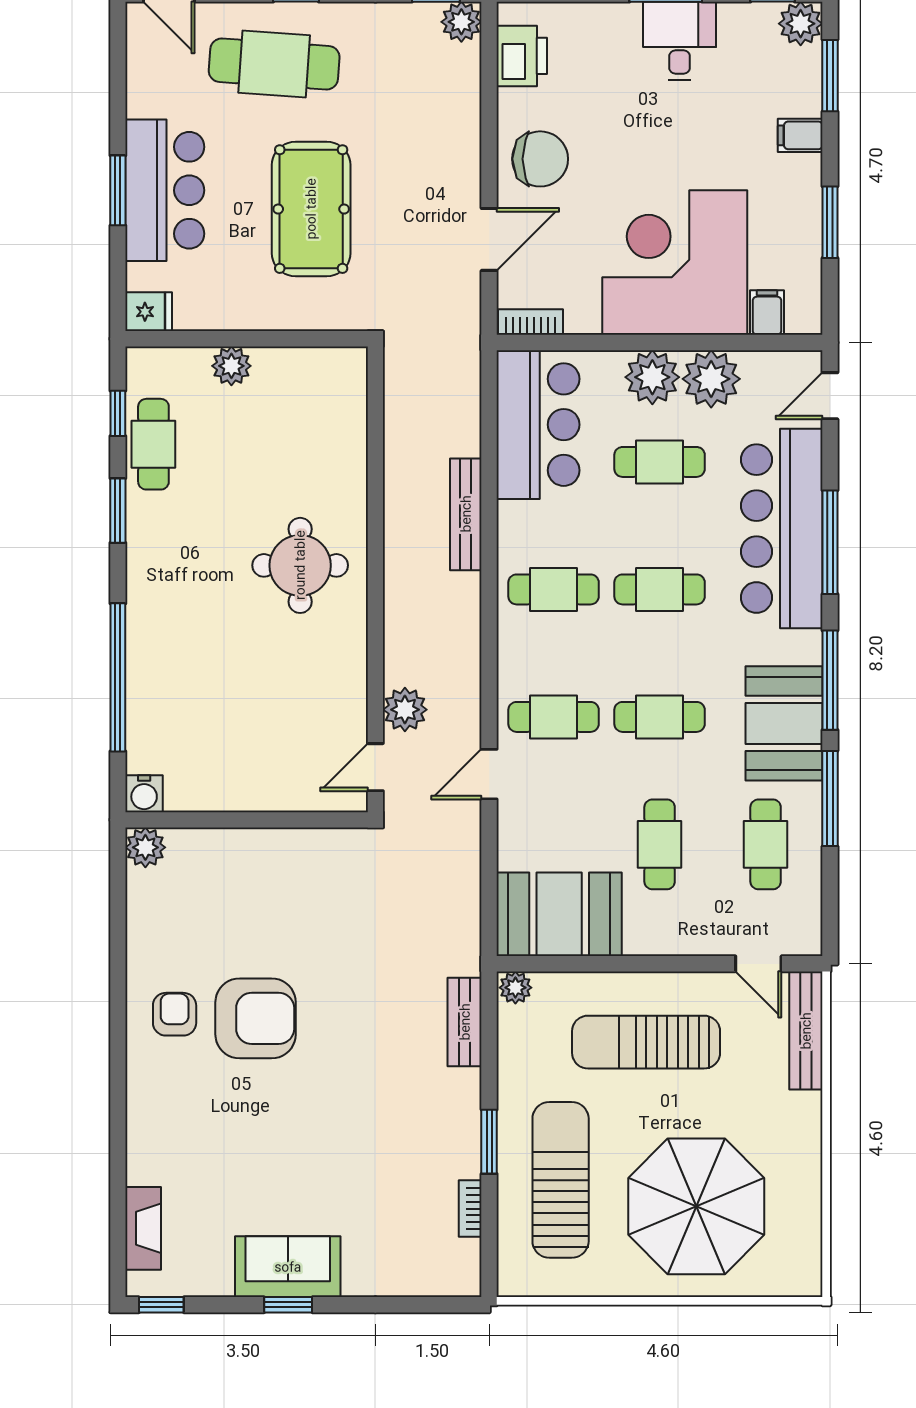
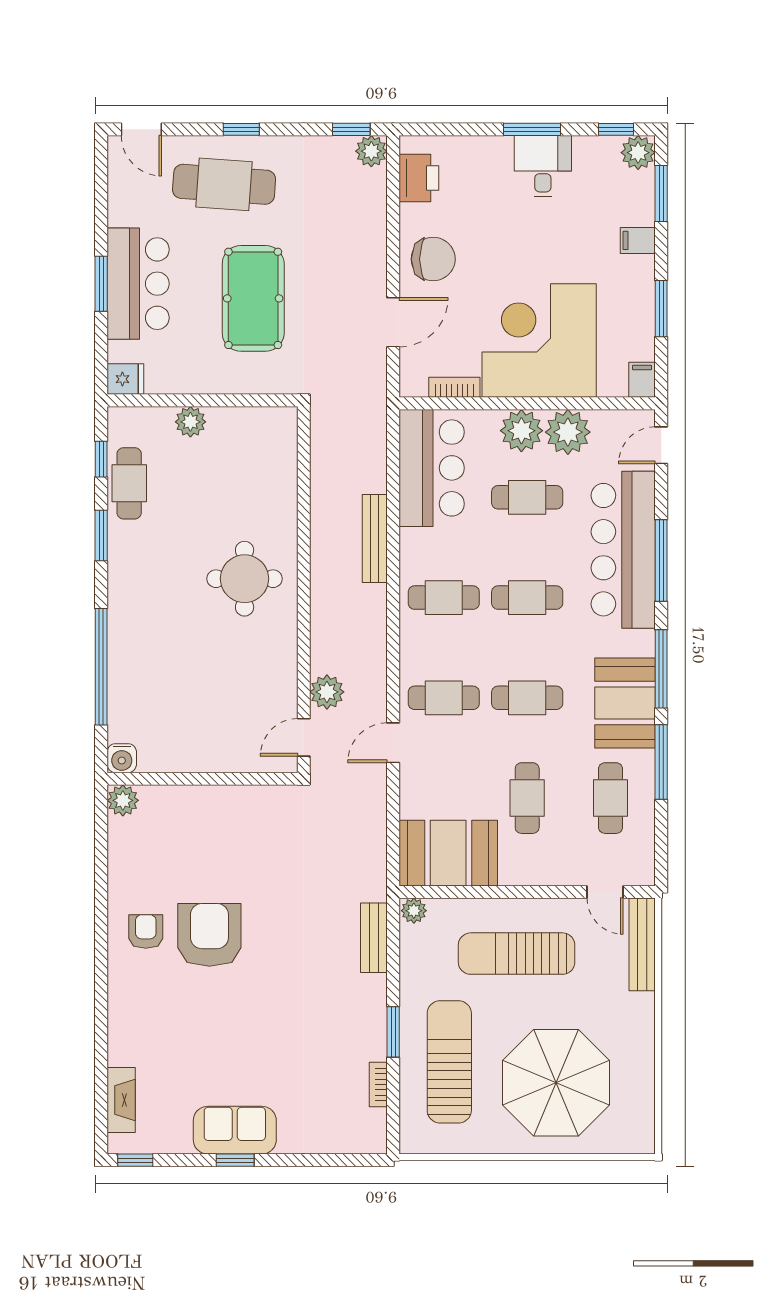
filing cabinet: (767, 313) -> (642, 380), moved
bookcase: (531, 322) -> (454, 387), moved
armchair: (256, 1018) -> (209, 935), turned -90

